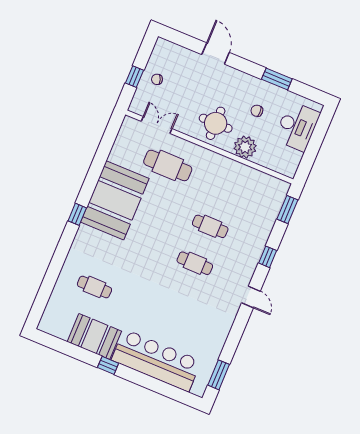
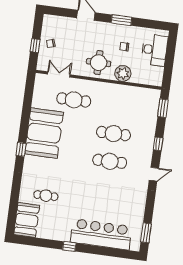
window: (277, 79) -> (121, 20), moved
cafe table: (210, 226) -> (113, 134), width x1.37, depth x1.35
cafe table: (195, 263) -> (110, 161), width x1.37, depth x1.35
door: (251, 297) -> (154, 174), hinge flipped
booth: (94, 336) -> (27, 220), moved, turned 90

